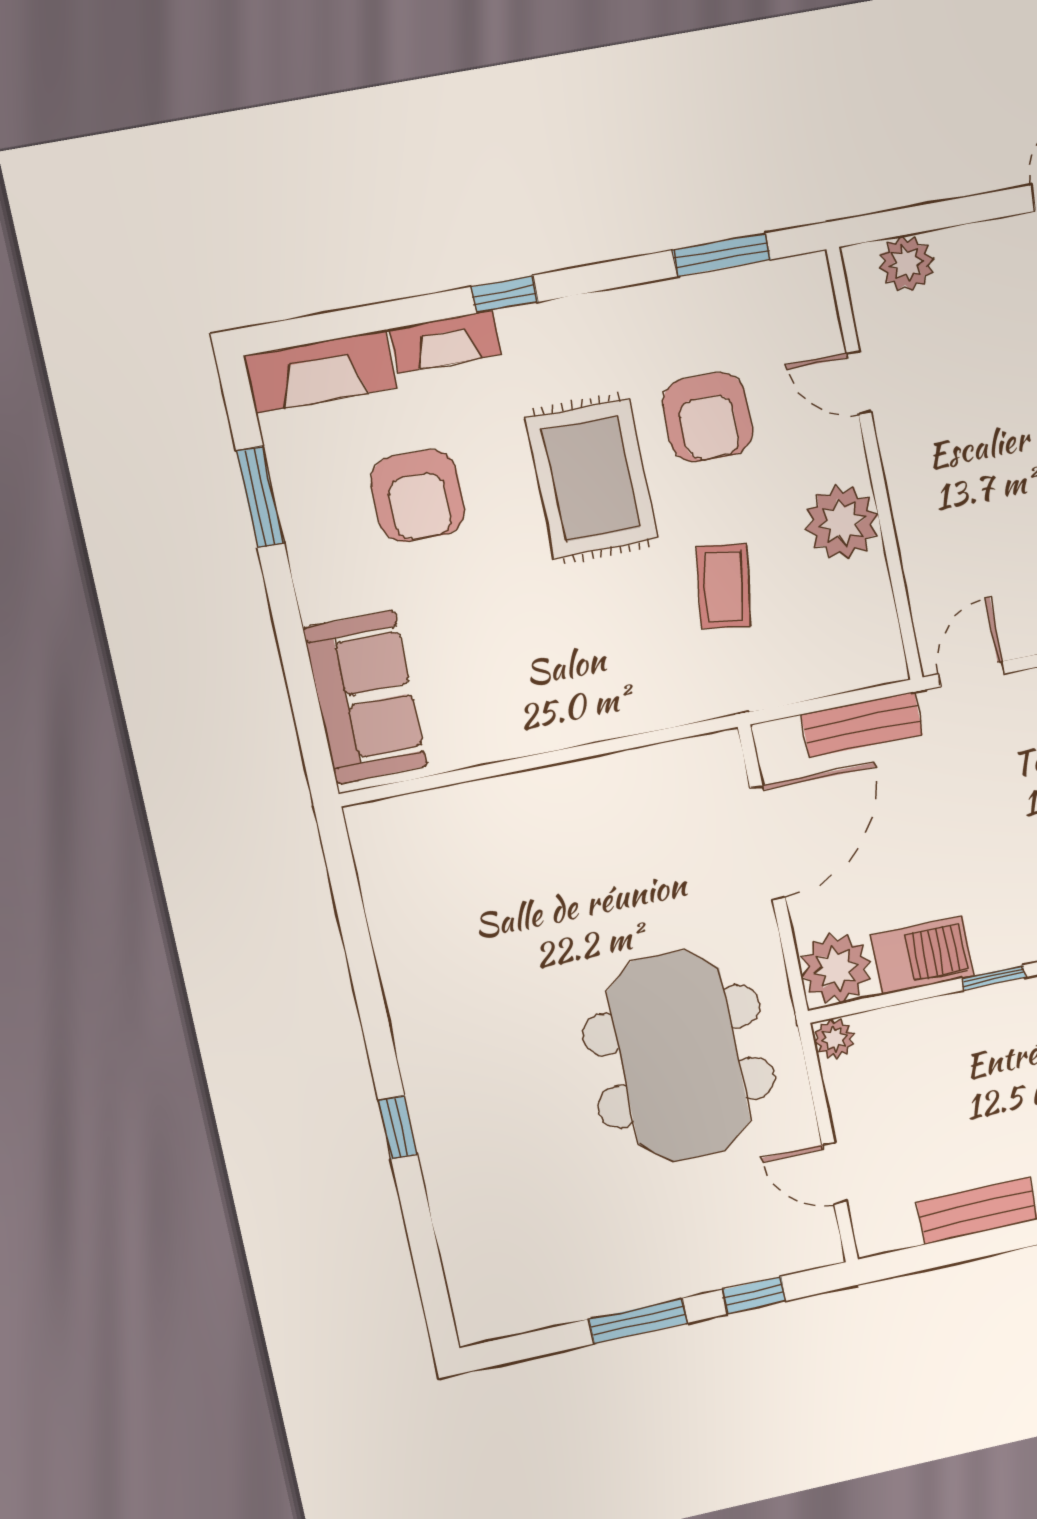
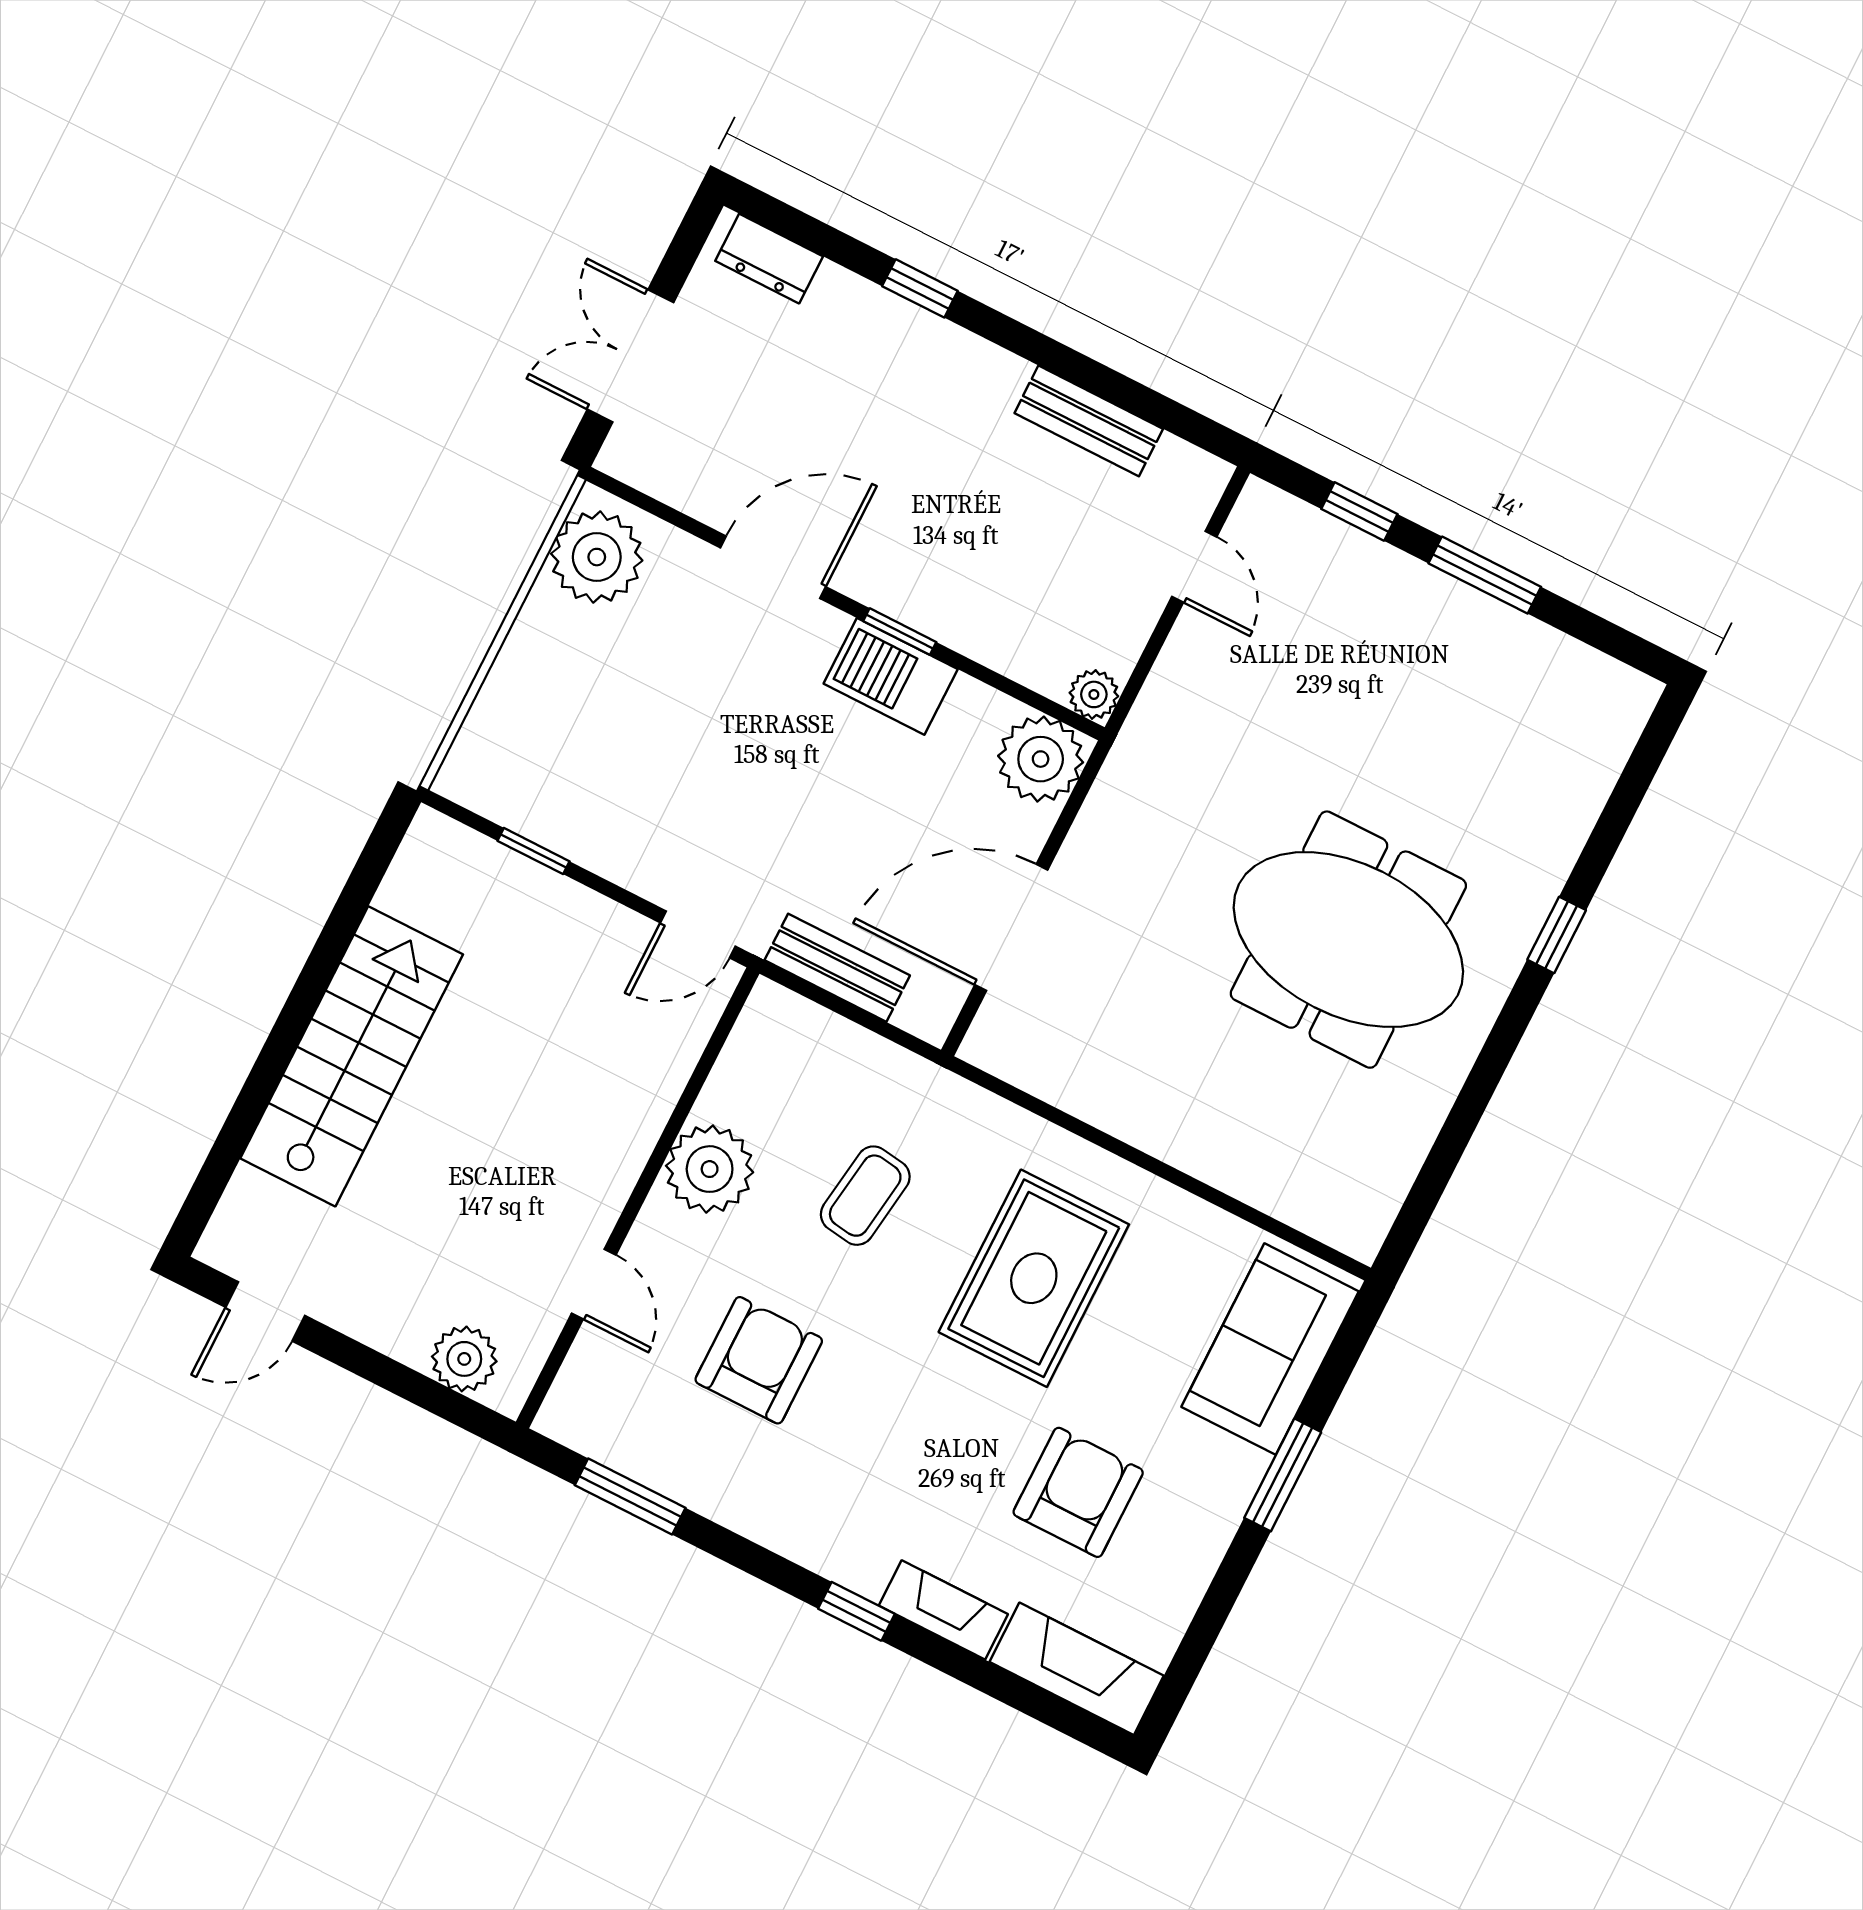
rug: (591, 479) -> (1034, 1278), moved
window: (260, 497) -> (1283, 1475), moved
barbecue: (922, 955) -> (891, 676), moved
meeting table: (679, 1056) -> (1348, 940), moved, turned 90

